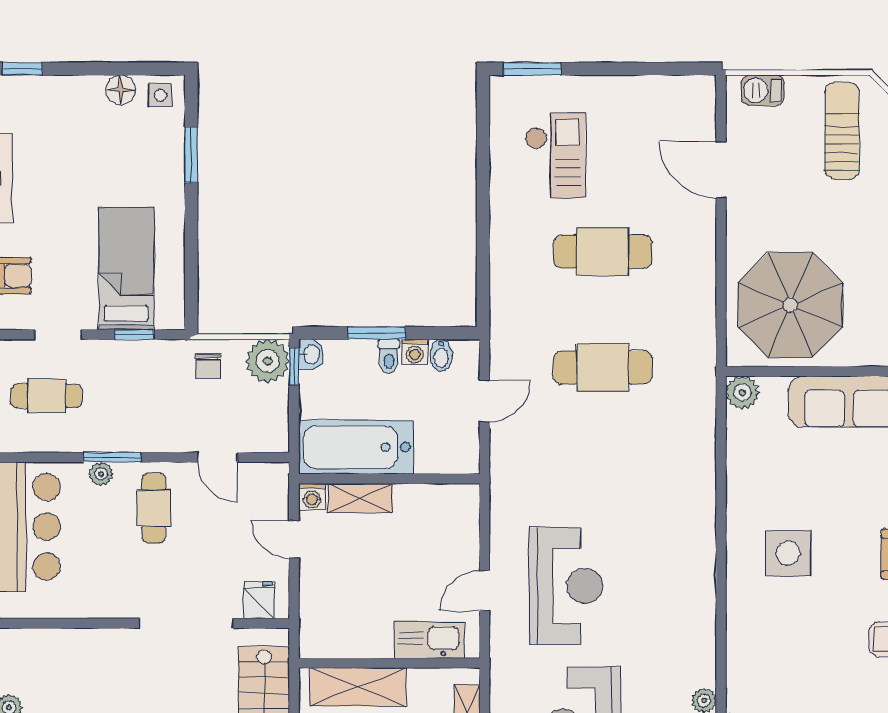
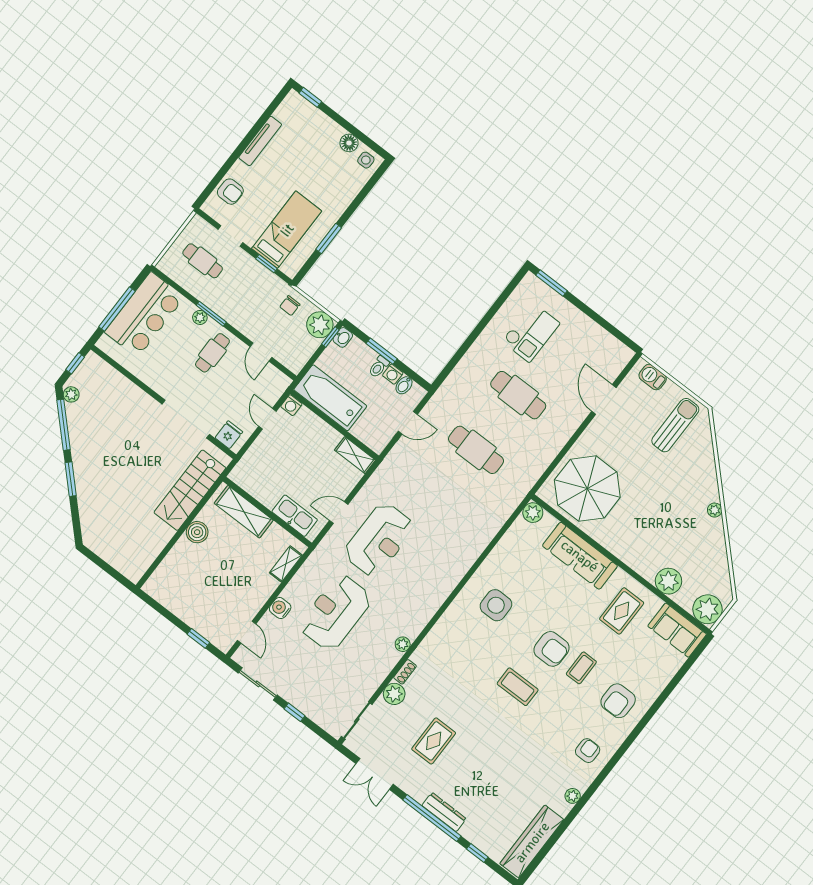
window: (191, 155) -> (329, 239), moved
shelving: (360, 498) -> (355, 455), moved

